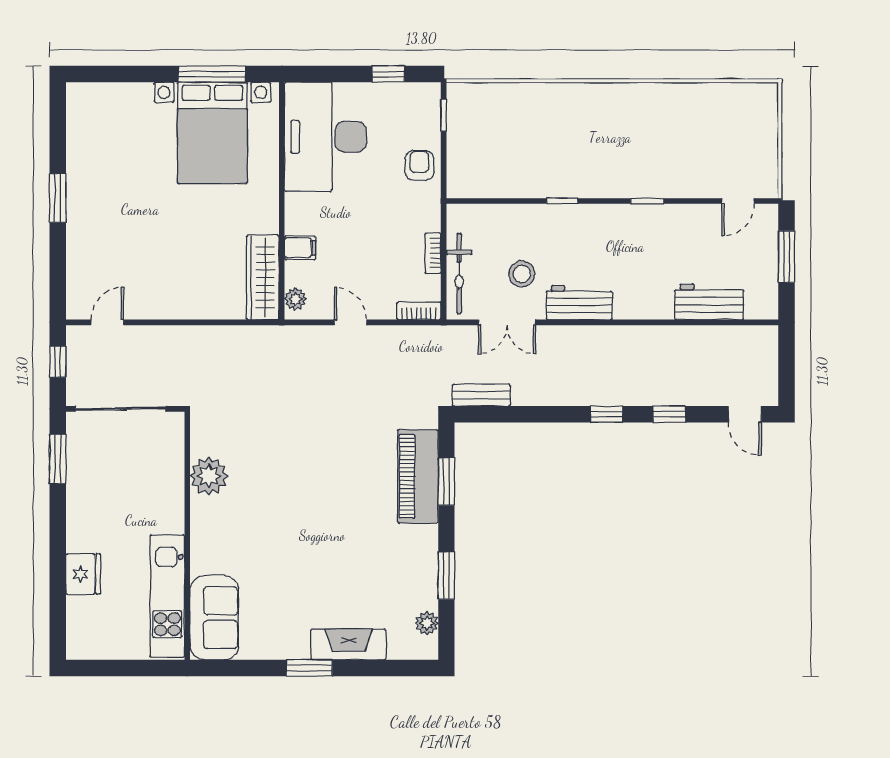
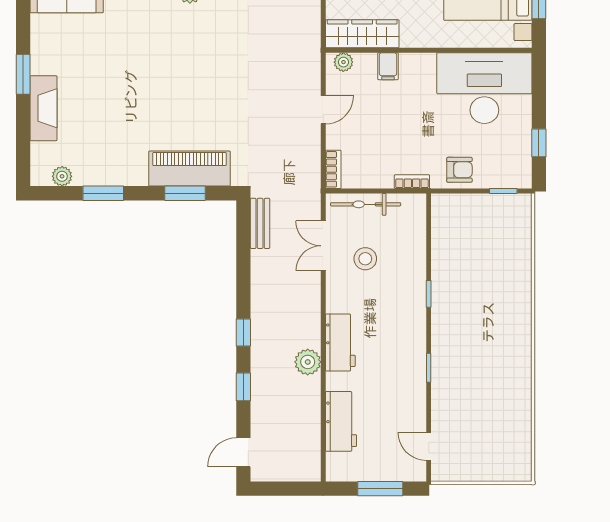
bookcase: (433, 253) -> (412, 182), moved
workbench: (579, 303) -> (340, 343), moved
plant: (641, 340) -> (308, 362), added

